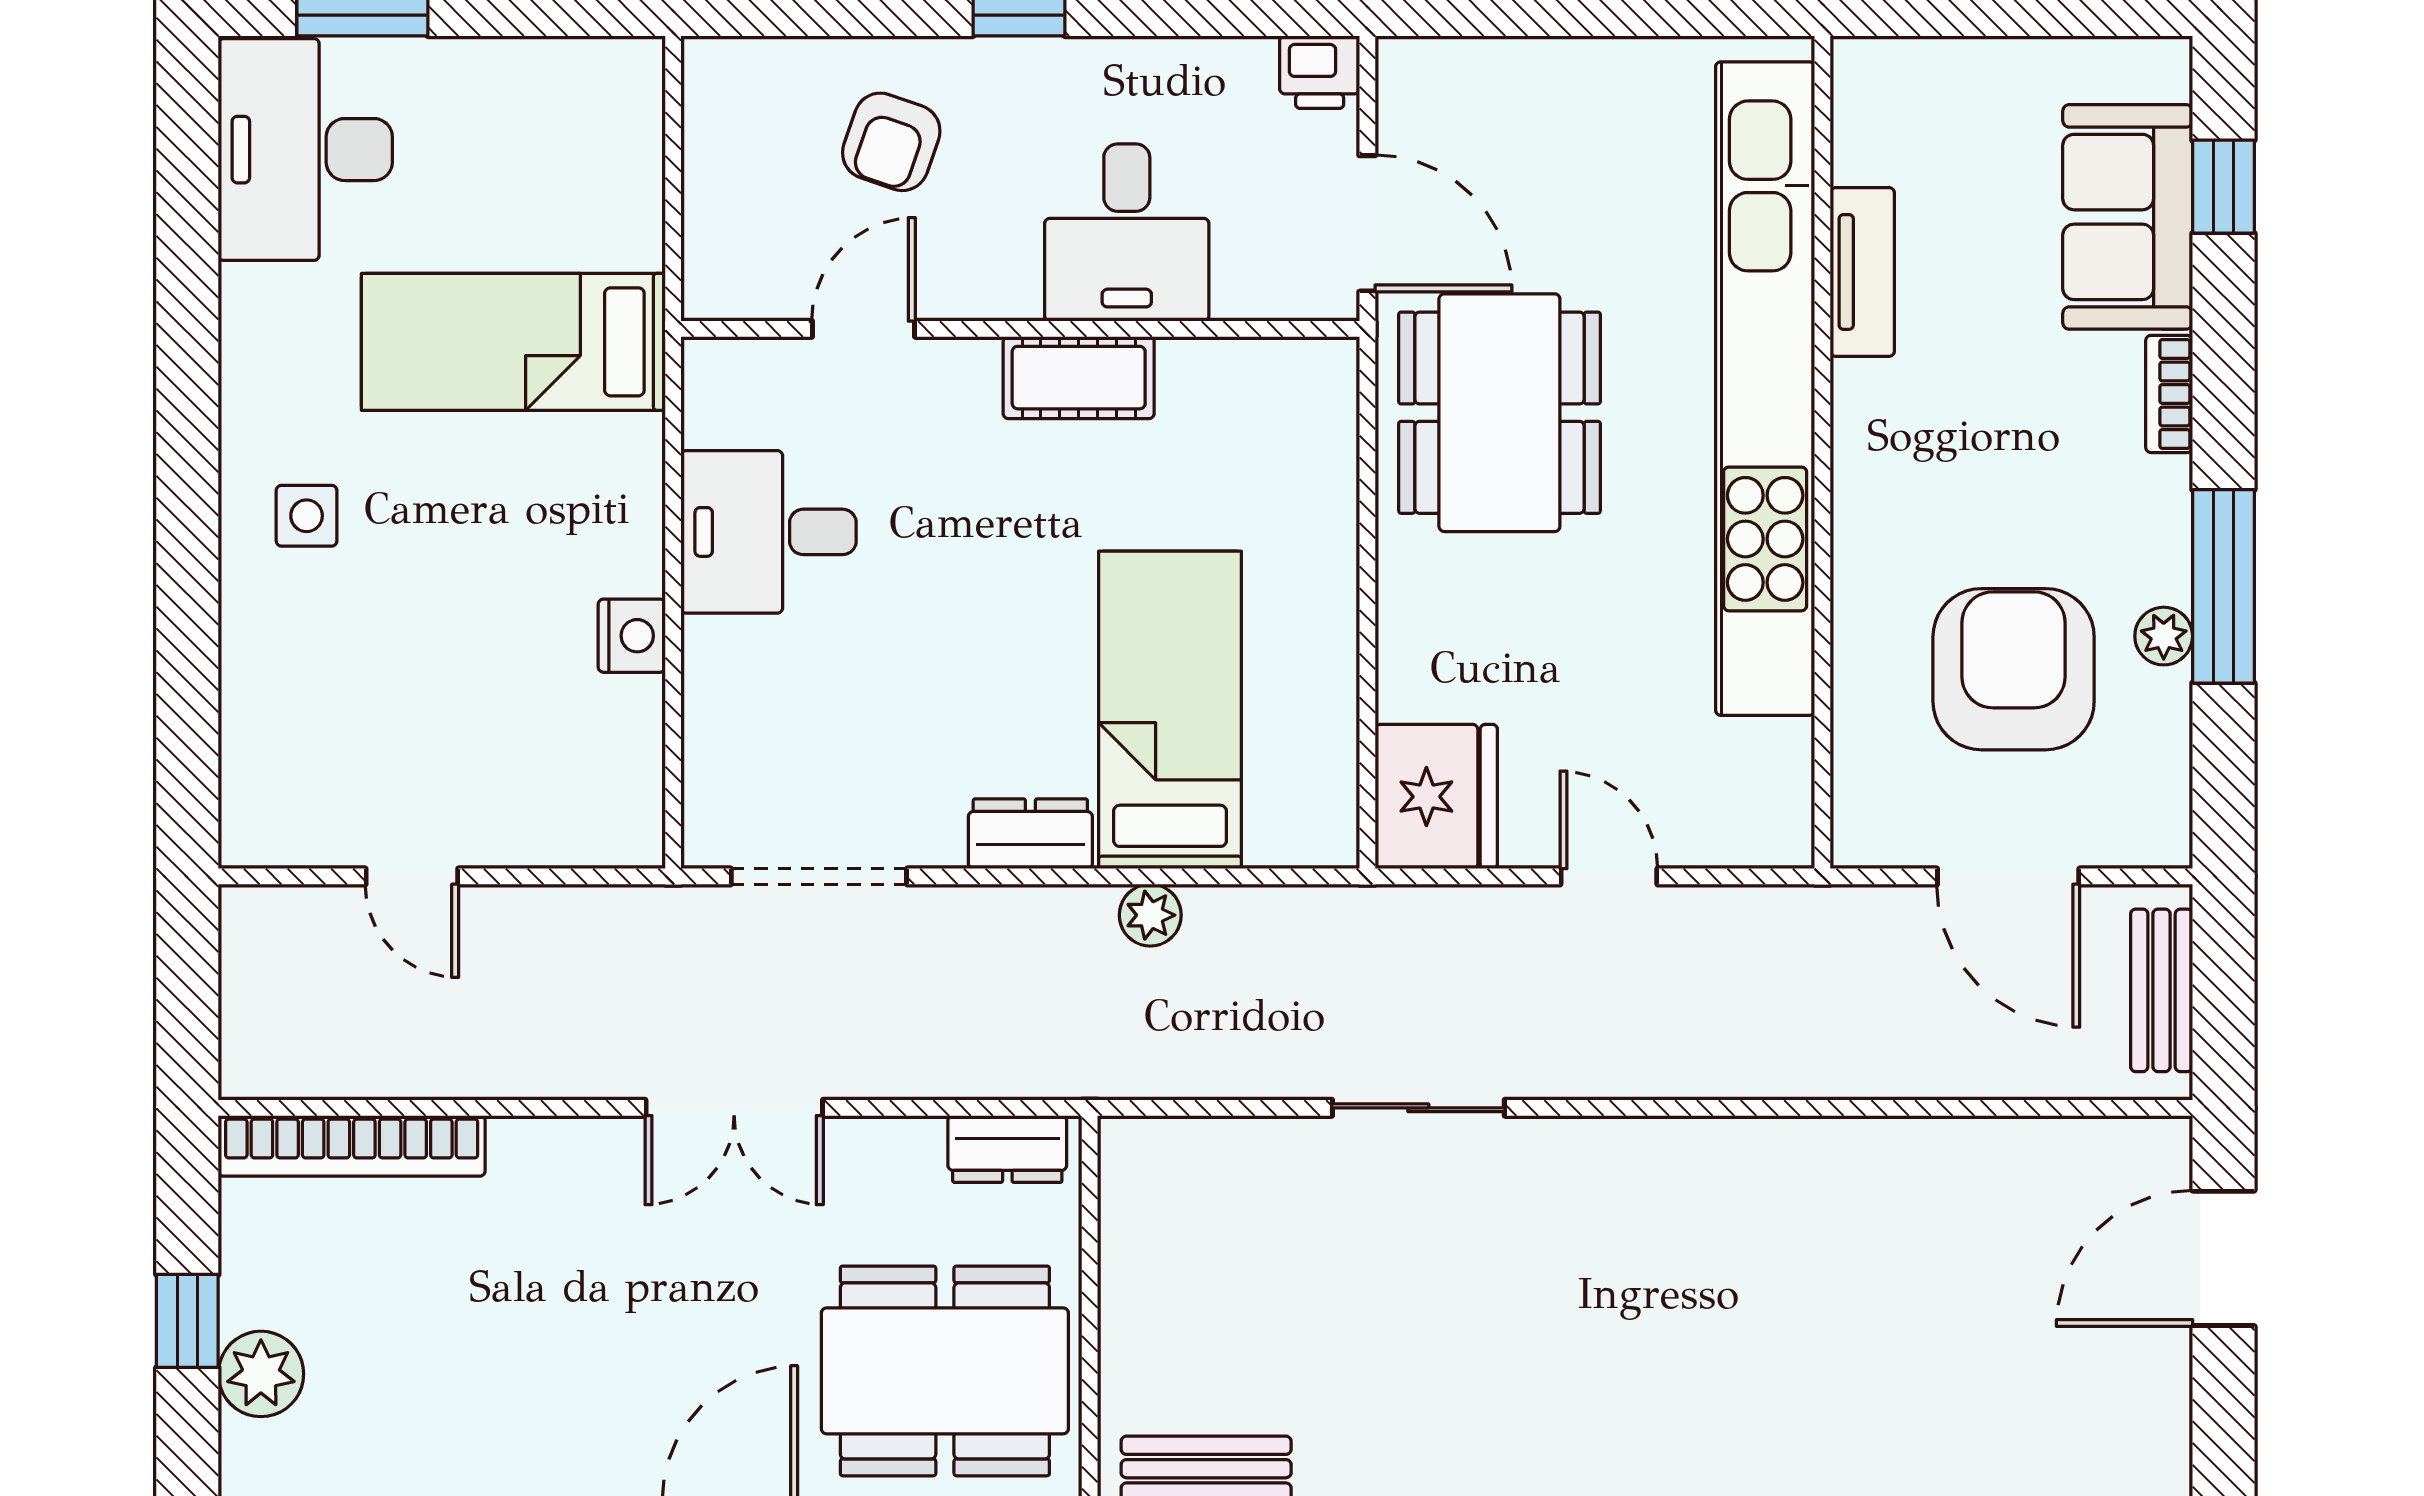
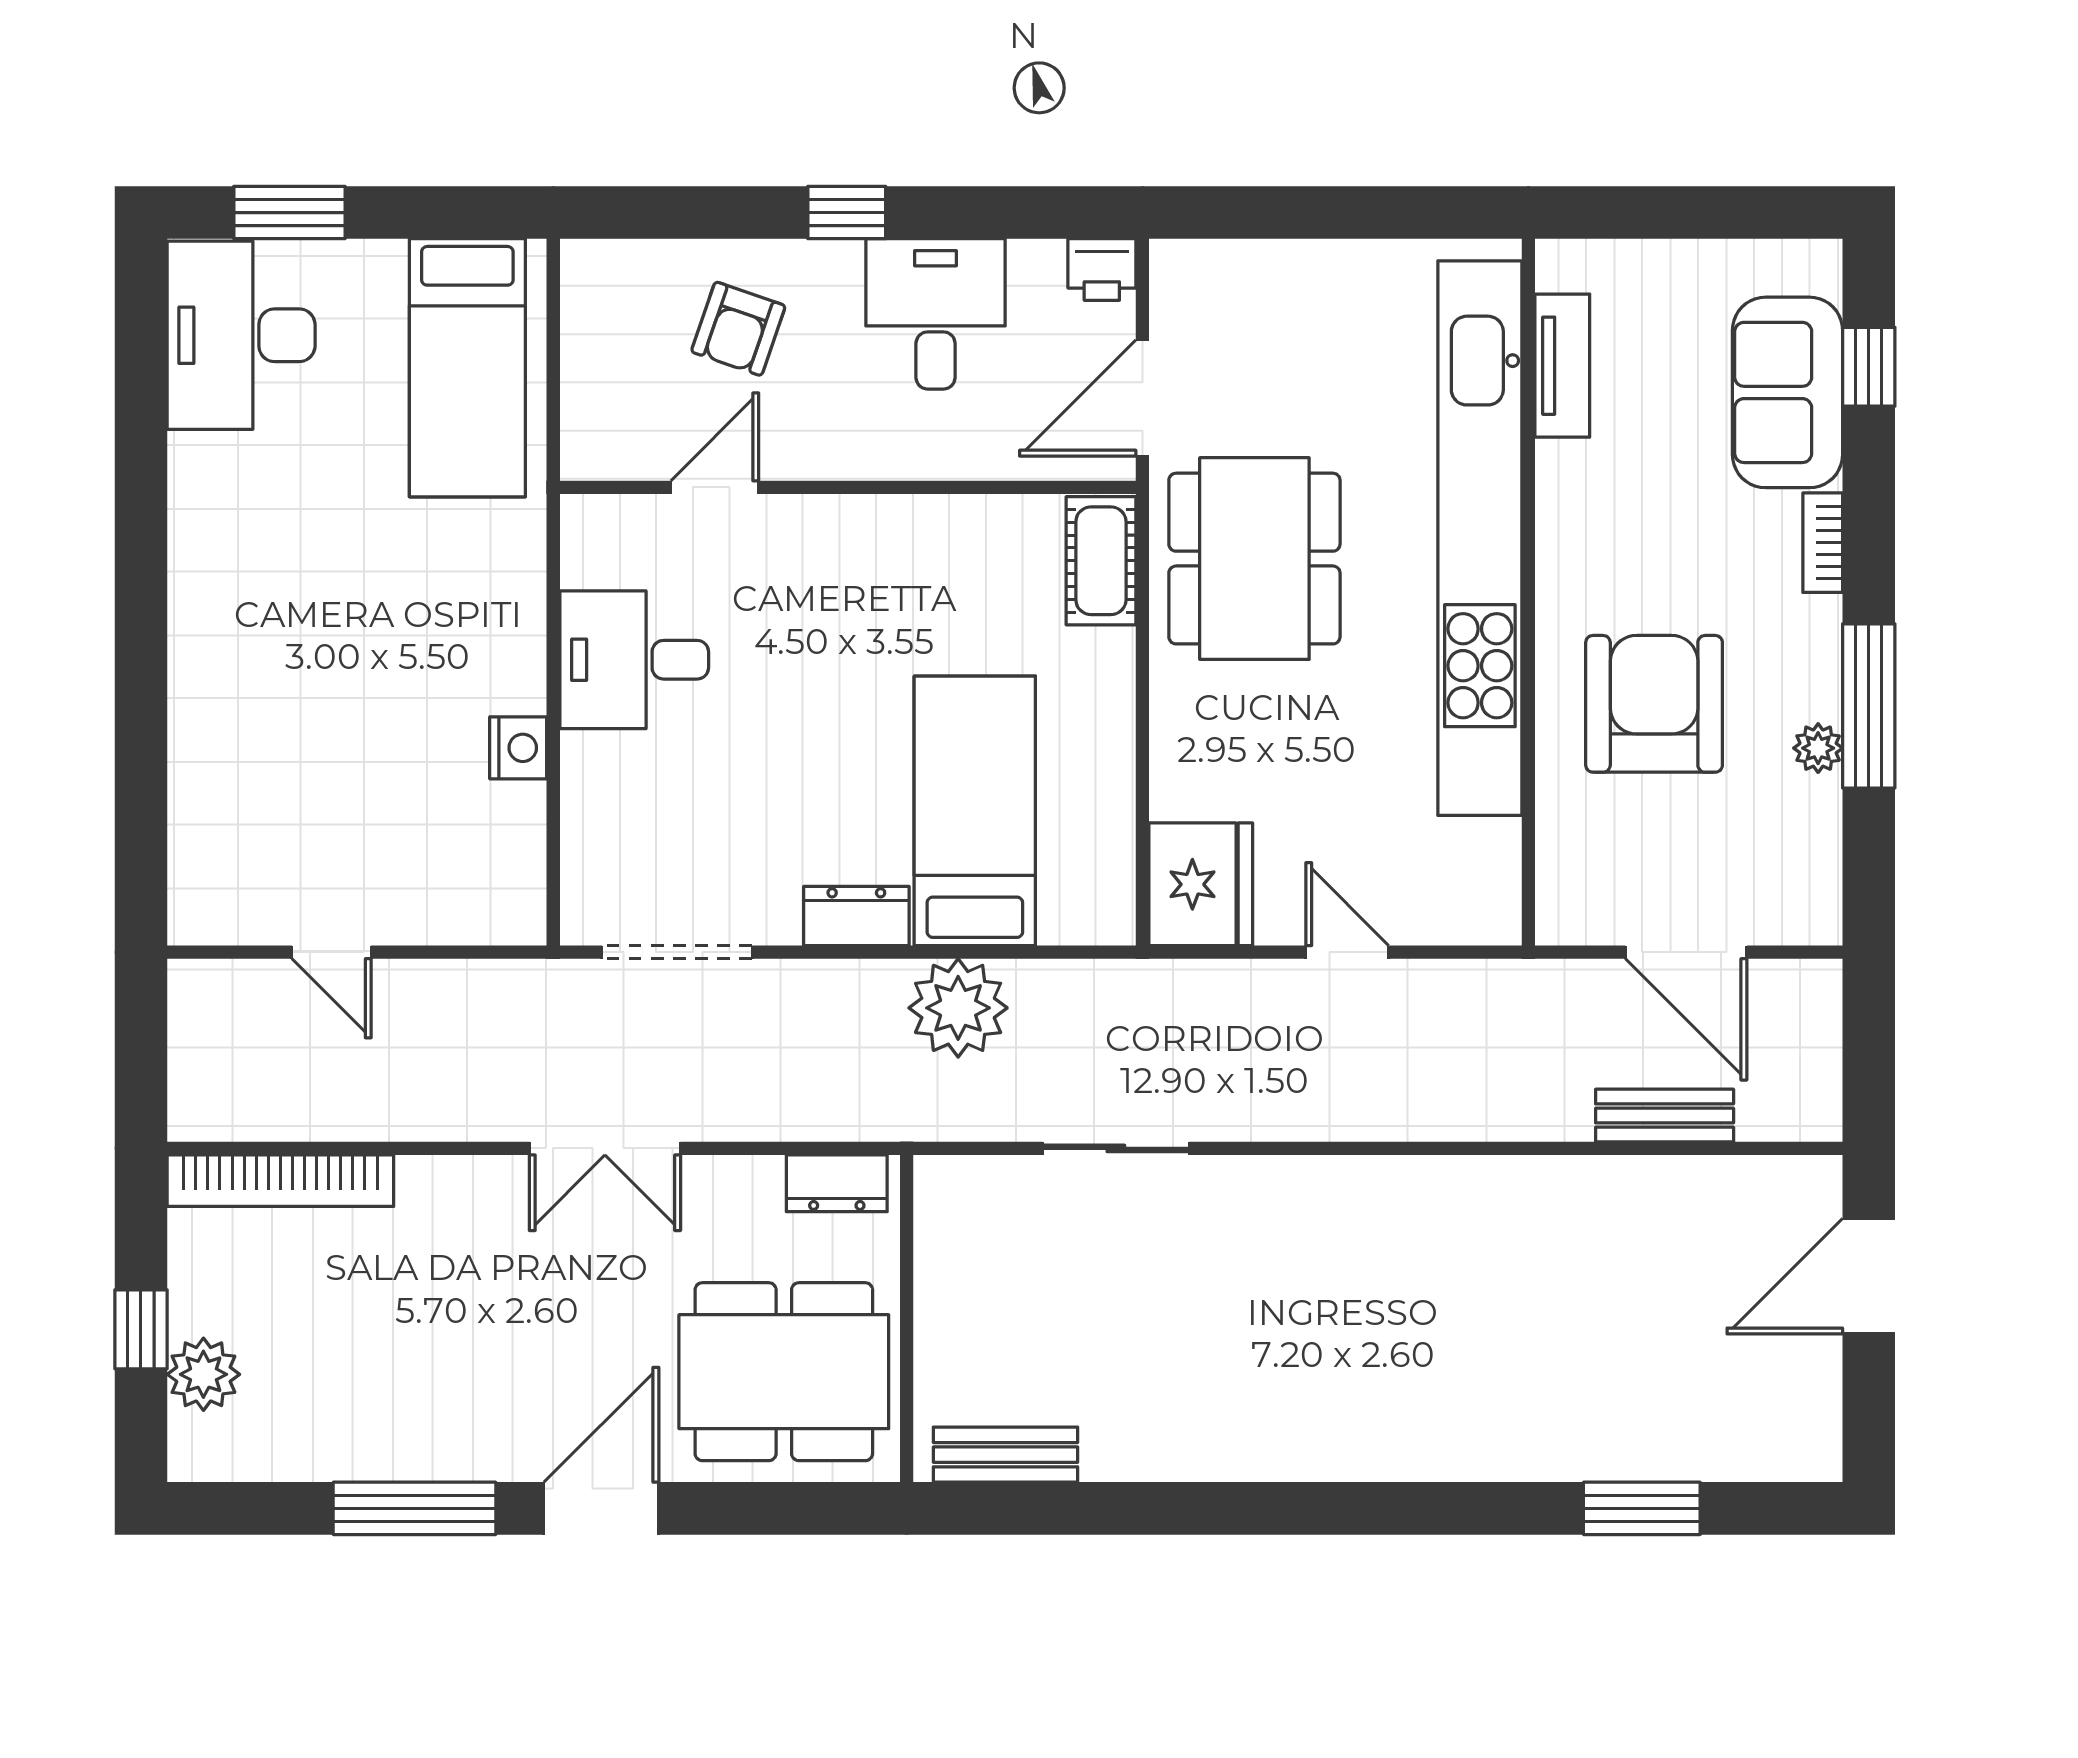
door: (1367, 223) -> (1142, 398), swing flipped
desk: (1127, 233) -> (936, 314), moved, turned 180
tv unit: (1862, 272) -> (1562, 366), moved
bed: (513, 342) -> (467, 368), moved, turned -90
cot: (1079, 378) -> (1101, 561), moved, turned 90
side table: (307, 516) -> (242, 646), removed
armchair: (2014, 669) -> (1654, 704), moved
plant: (1150, 915) -> (958, 1008), width x1.87, depth x1.87
bench: (2162, 990) -> (1665, 1116), moved, turned 90
sliding door: (1418, 1108) -> (1116, 1148), moved

